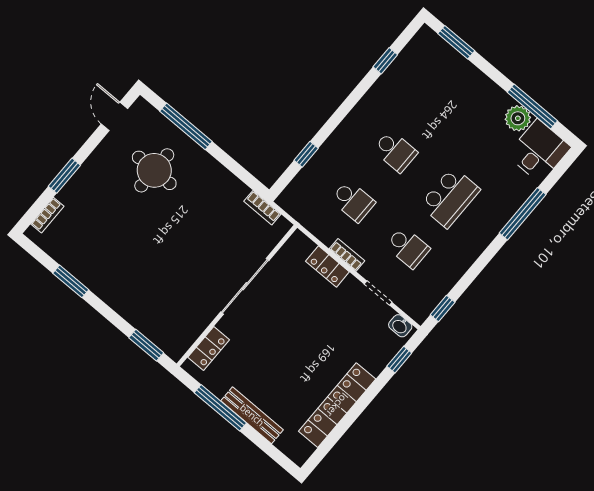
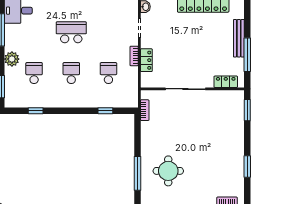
plant: (518, 118) -> (12, 59), moved
school desk: (408, 247) -> (34, 73), moved

